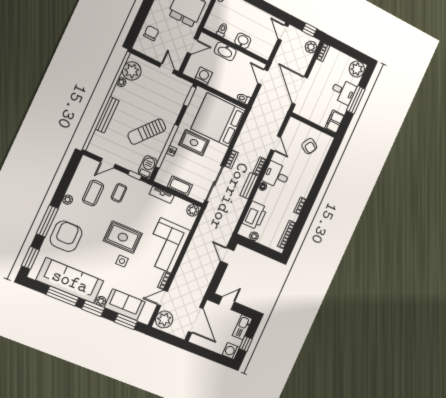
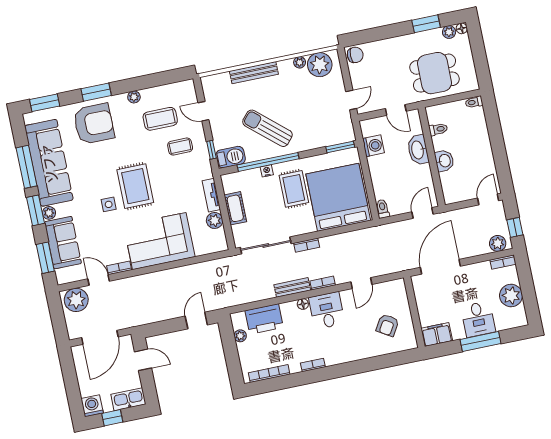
chair: (151, 33) -> (355, 55), moved
plant: (357, 69) -> (511, 296), moved
plant: (193, 210) -> (215, 220), moved
window: (47, 221) -> (96, 92), width x0.69

